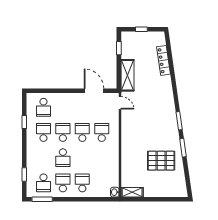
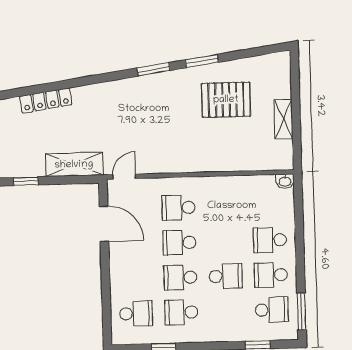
door: (94, 91) -> (104, 224), swing flipped
pallet: (161, 161) -> (226, 100), turned 90
shelving: (132, 192) -> (283, 119), moved

